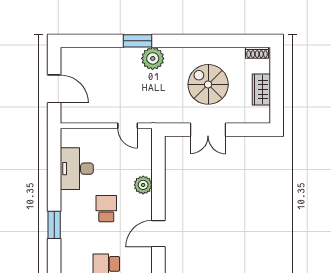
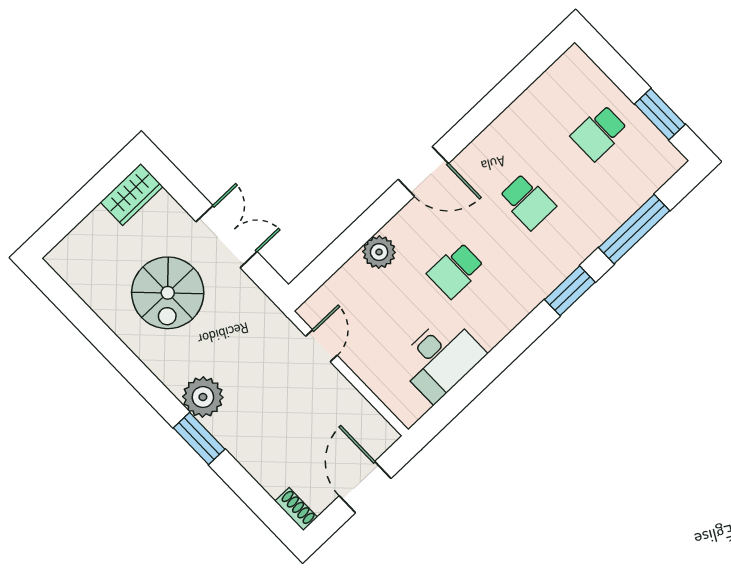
shoe rack: (257, 53) -> (296, 509), moved
wardrobe: (261, 89) -> (132, 194), moved
window: (54, 225) -> (570, 291), moved

